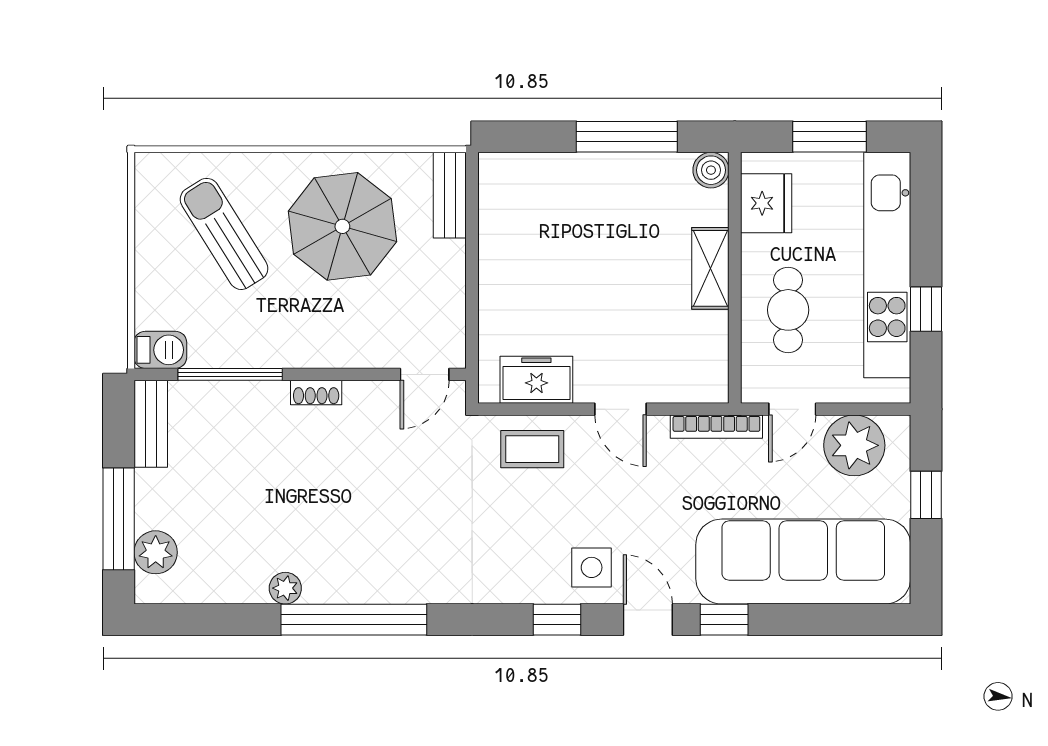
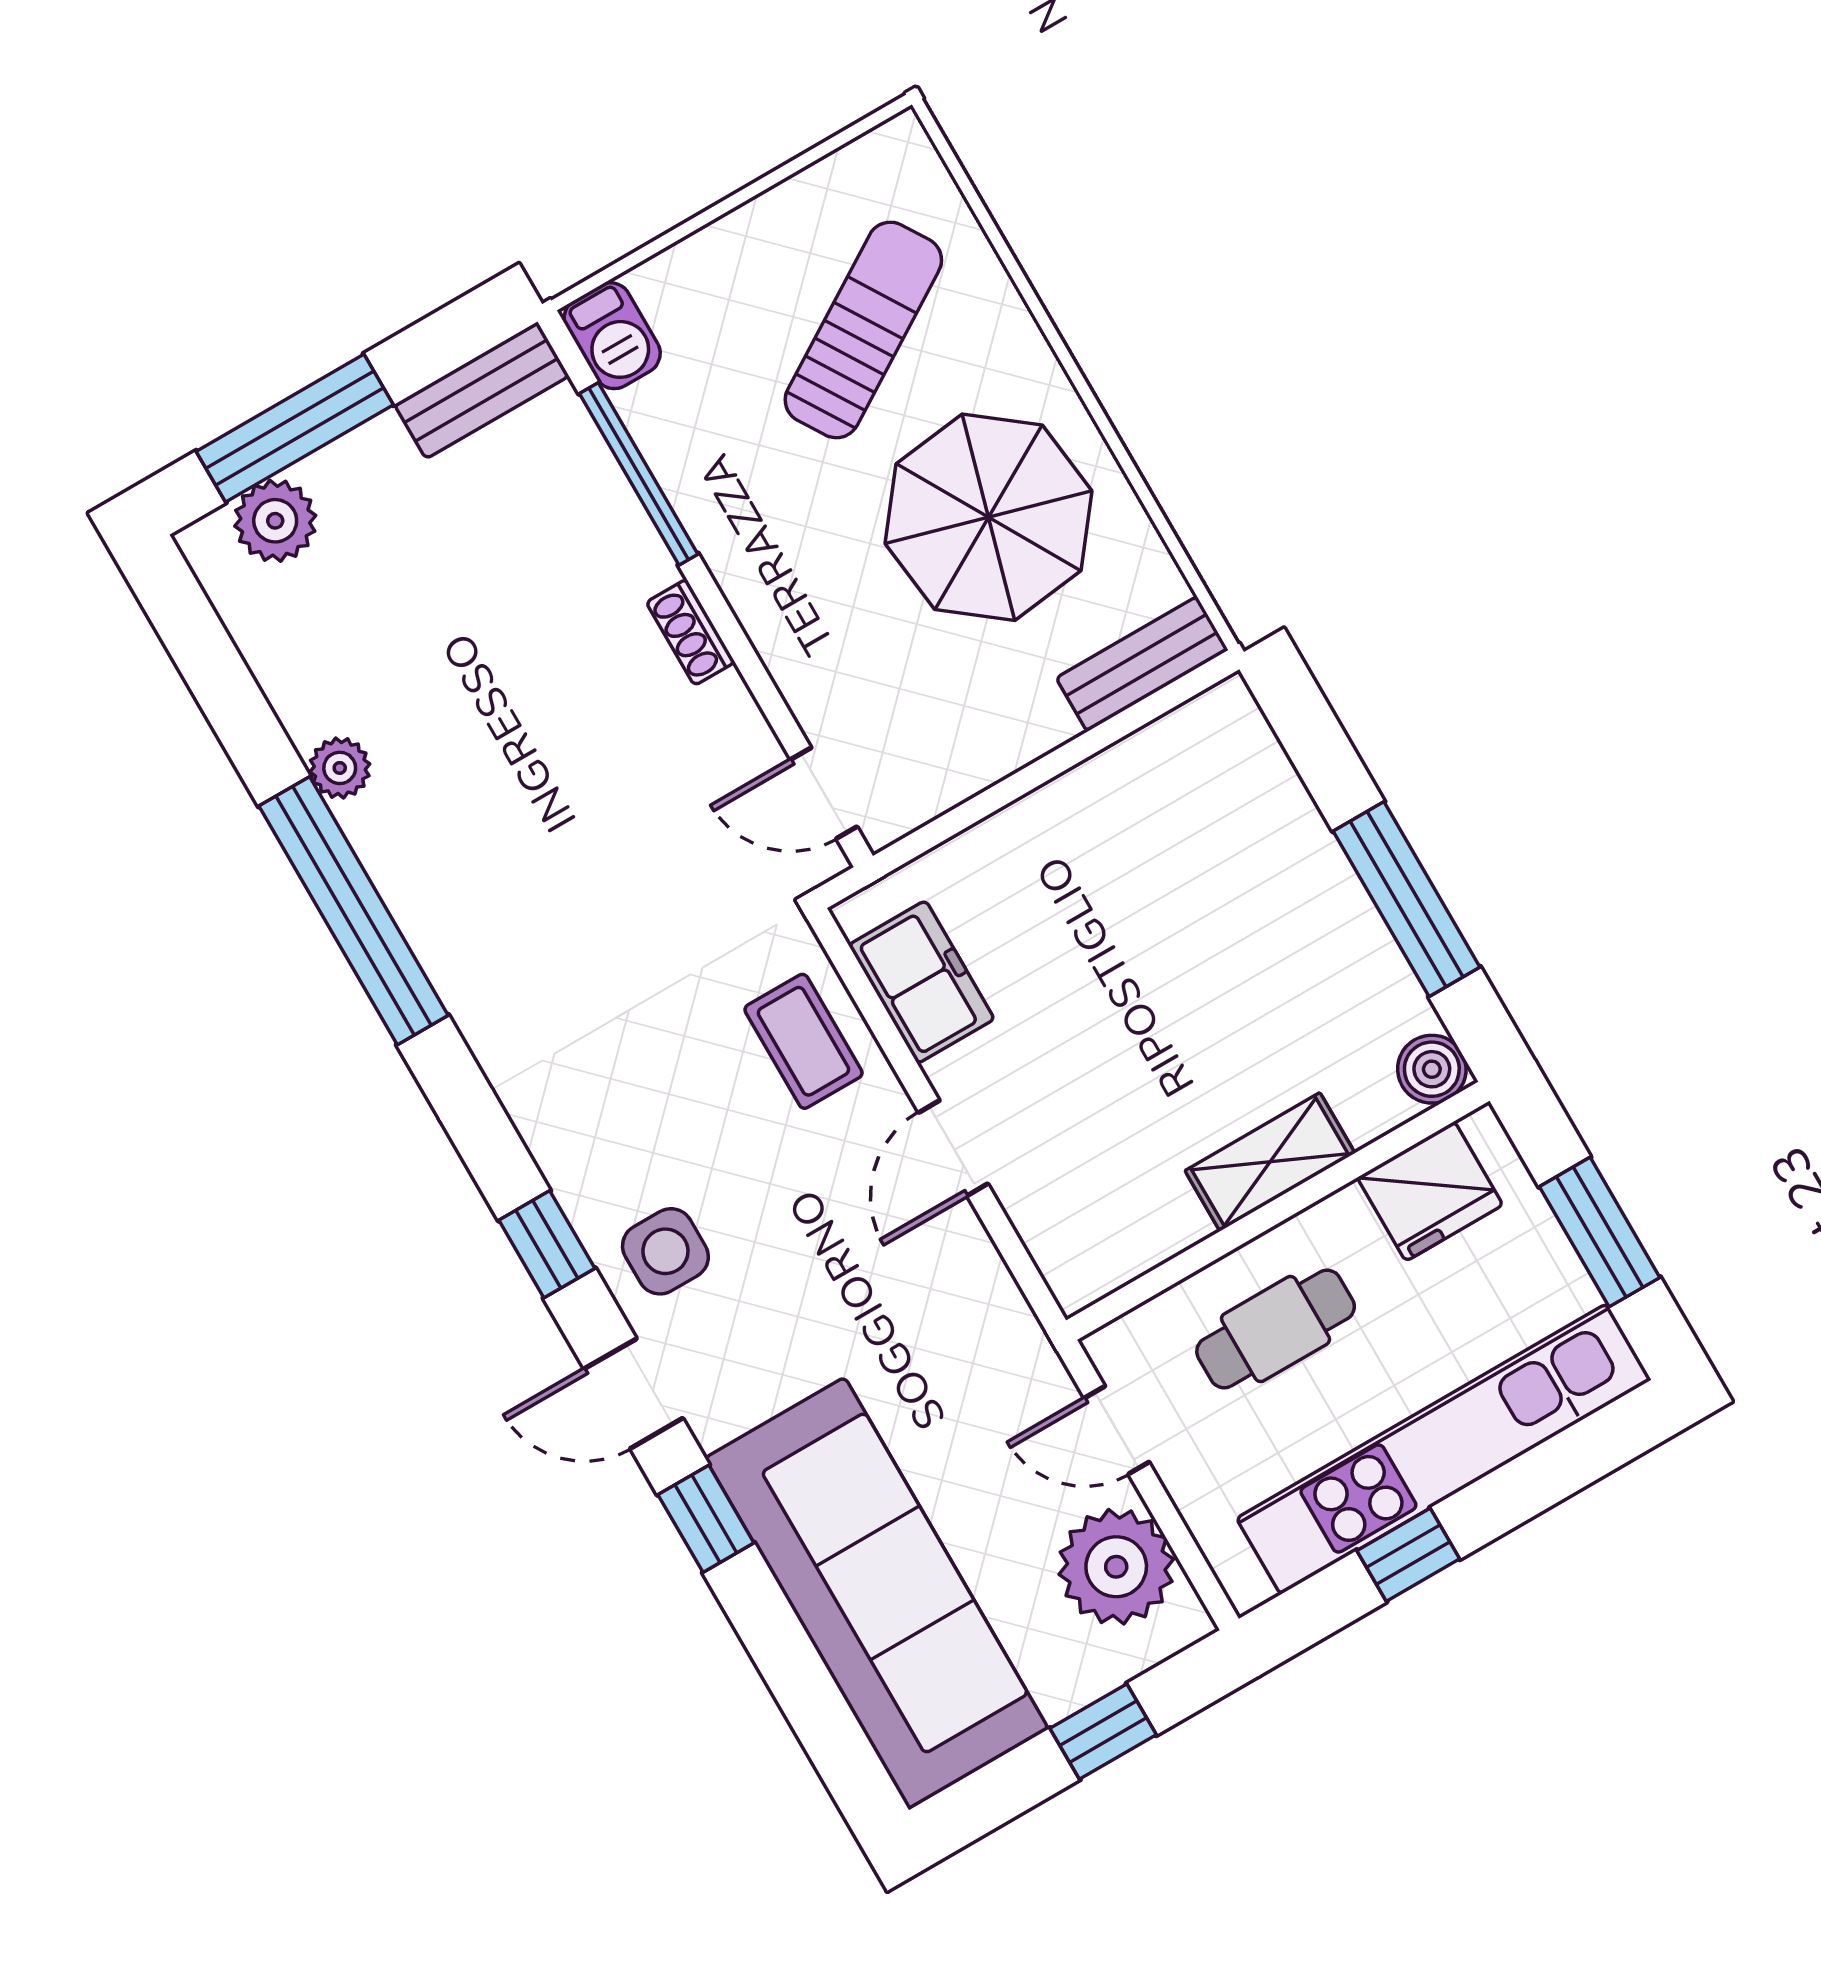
bookcase: (716, 427) -> (1016, 1322), removed
door: (648, 620) -> (633, 1394), swing flipped

